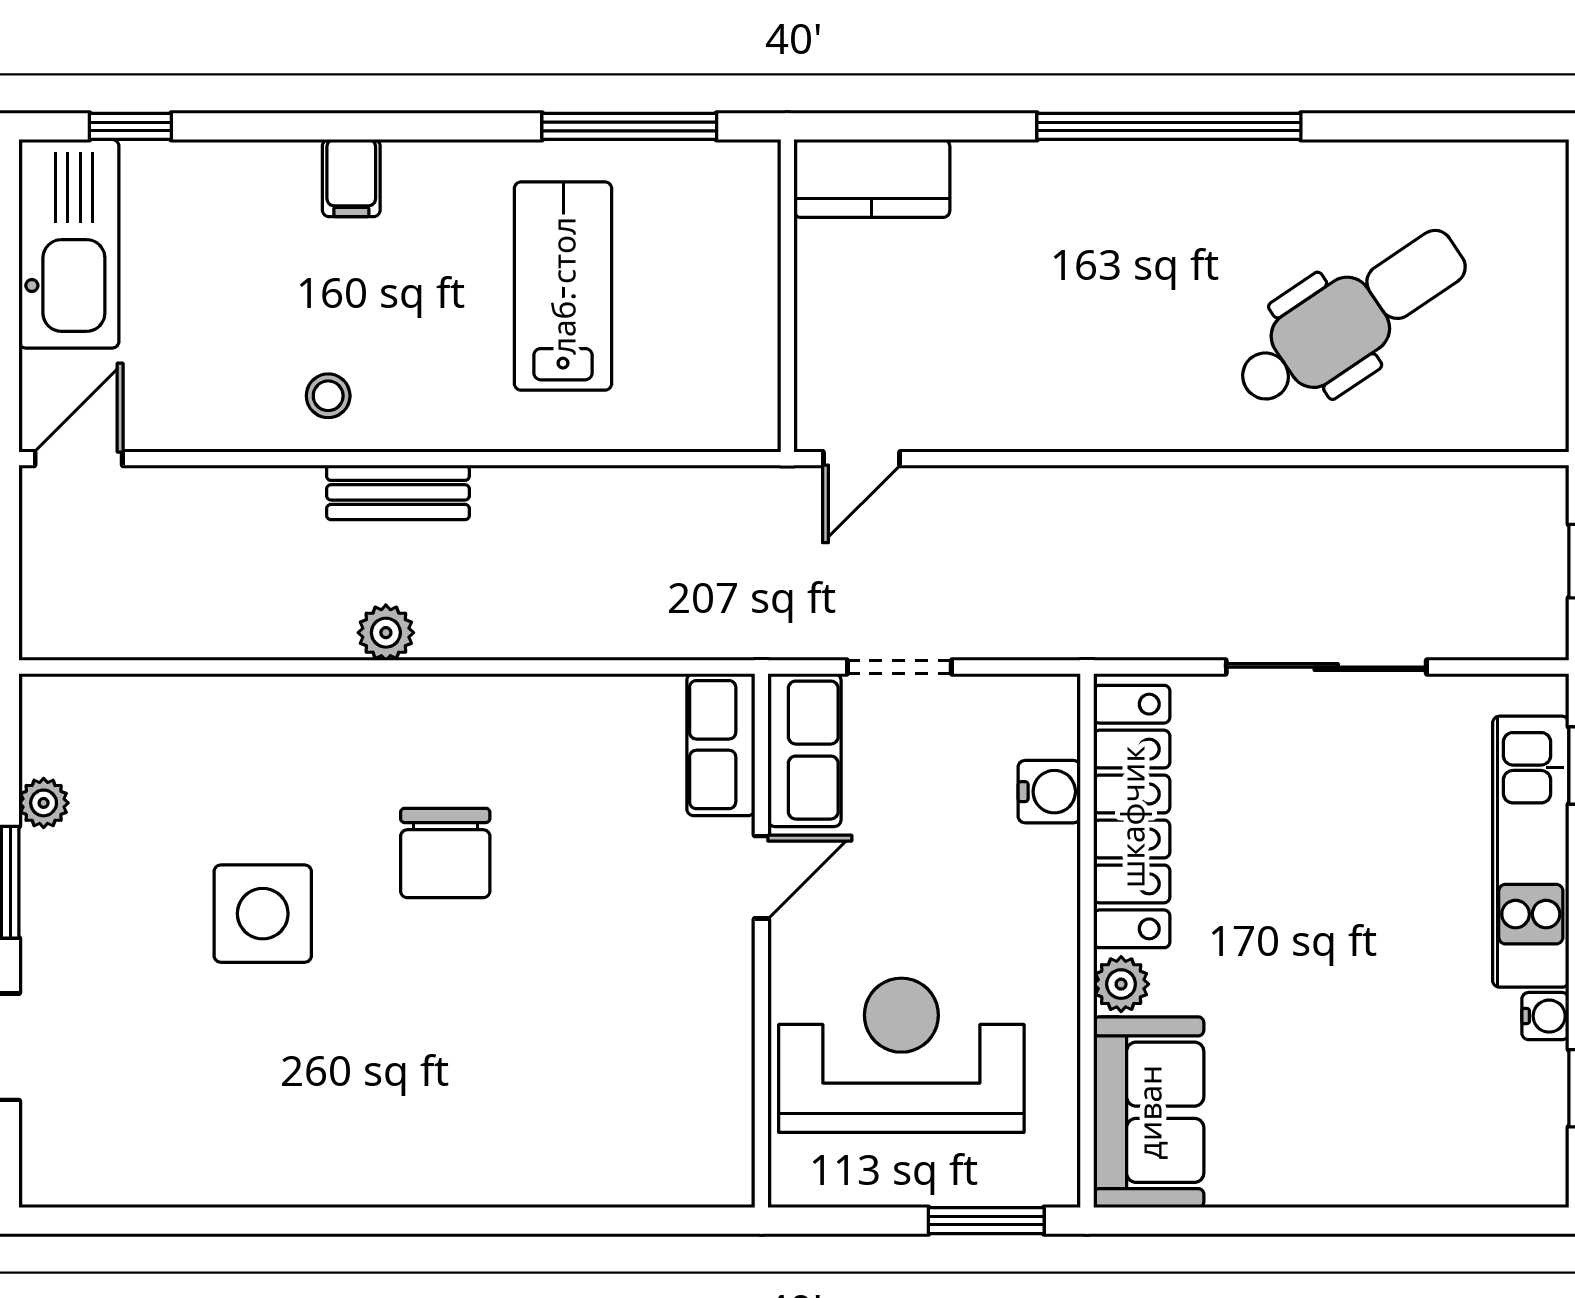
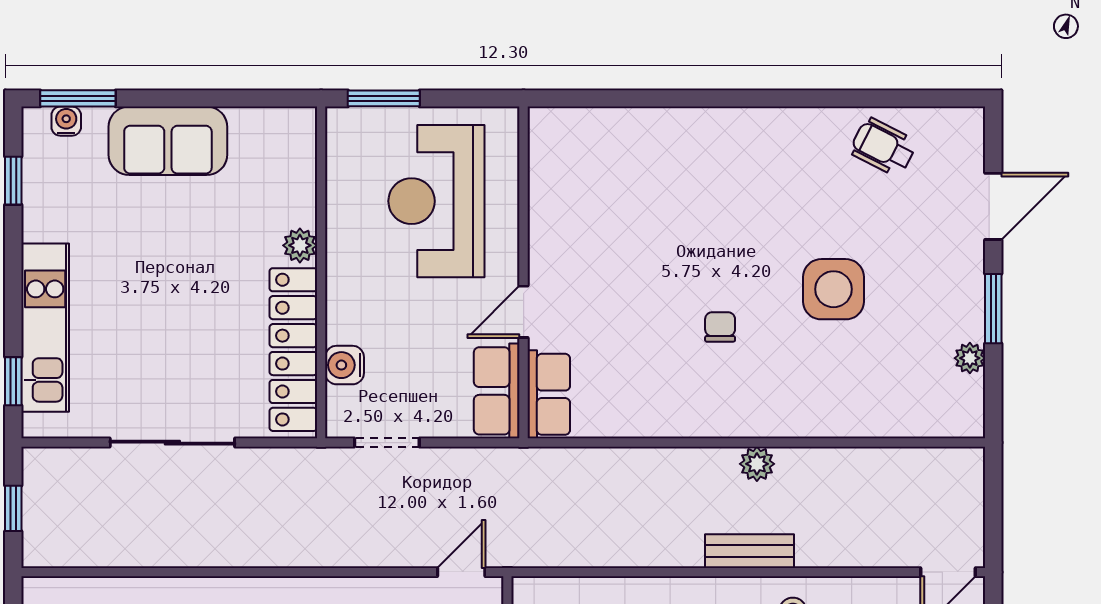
doorway: (899, 667) -> (387, 443), moved
chair: (445, 853) -> (720, 327), width x0.54, depth x0.54
water cooler: (1545, 1016) -> (66, 121), moved, turned 90
reception desk: (901, 1055) -> (436, 201), turned 90
sofa: (1149, 1112) -> (168, 141), moved, turned -90
wheelchair: (183, 1142) -> (883, 147), added
window: (1478, 1221) -> (78, 98), added

